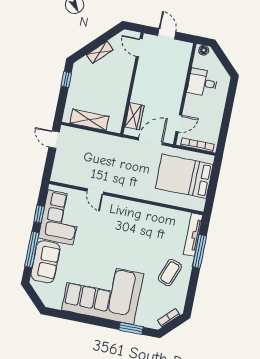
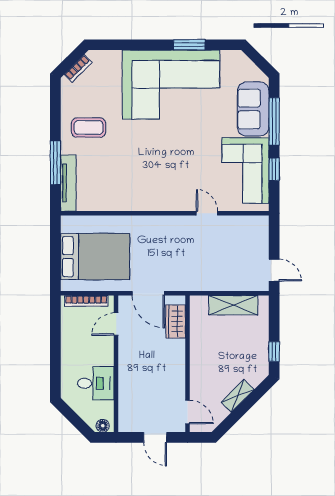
door: (150, 141) -> (148, 293), hinge flipped
coffee table: (170, 273) -> (89, 128), turned 70
window: (131, 328) -> (189, 45), moved

